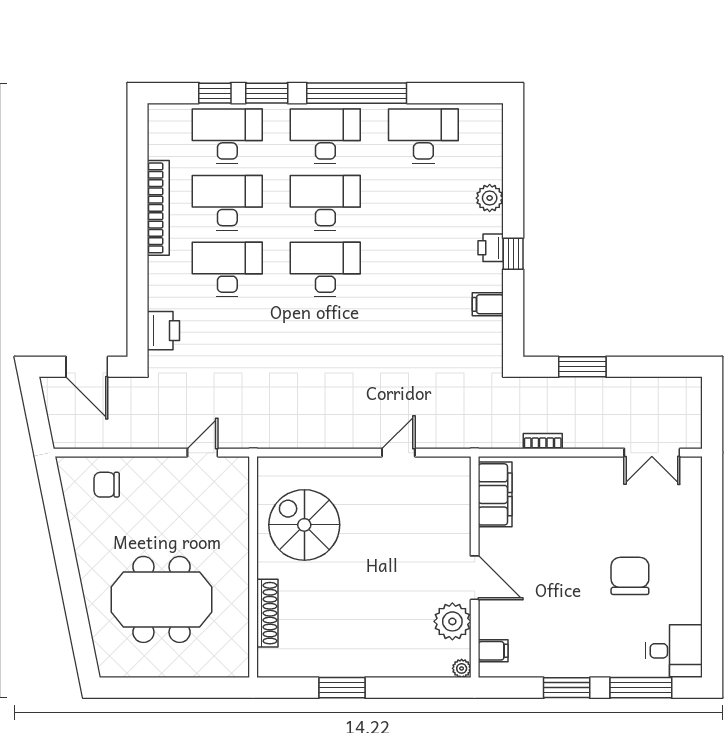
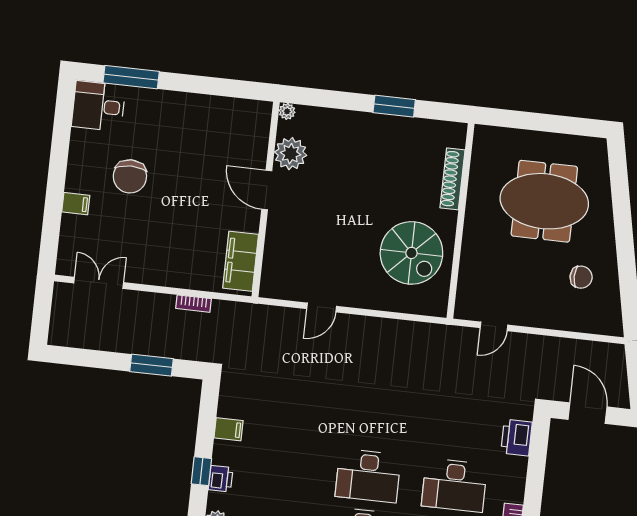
chair: (107, 485) -> (581, 277), moved
filing cabinet: (493, 651) -> (76, 204), moved, turned 180
window: (567, 688) -> (196, 84), removed

